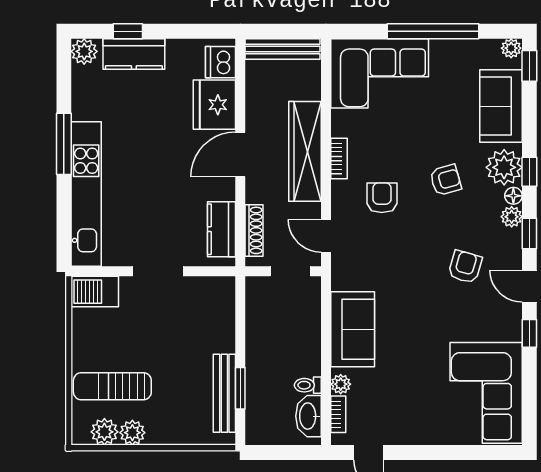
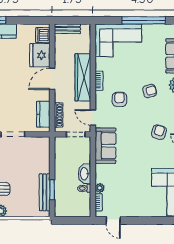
bench: (282, 49) -> (67, 29), width x0.73
sofa: (353, 329) -> (105, 146), moved
washbasin: (308, 416) -> (84, 174), moved

